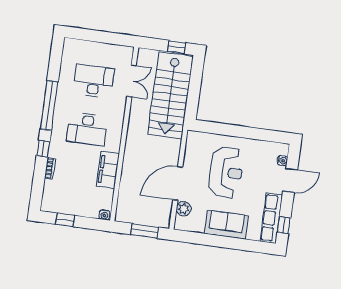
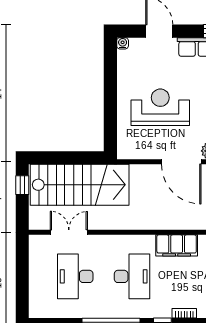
water cooler: (282, 161) -> (123, 43), moved

